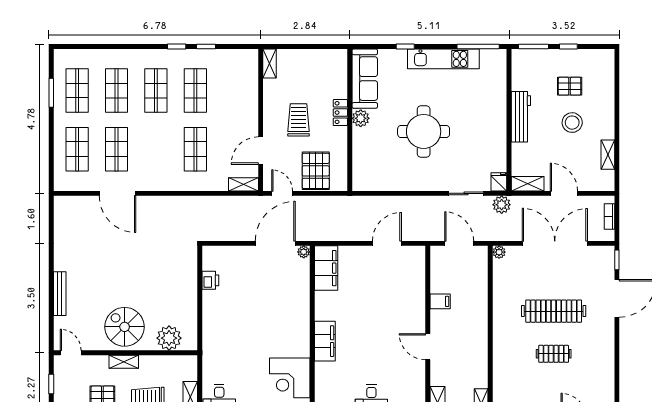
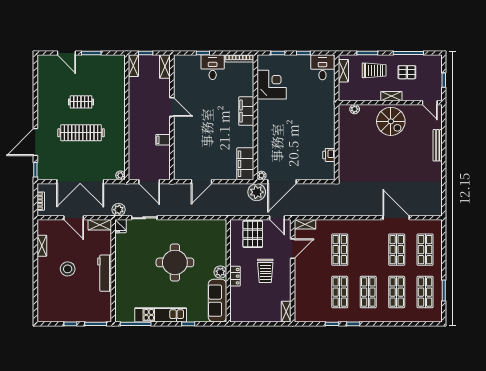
pallet: (570, 86) -> (70, 295), removed
plant: (310, 229) -> (257, 192), added
plant: (169, 338) -> (355, 109), width x0.53, depth x0.53

